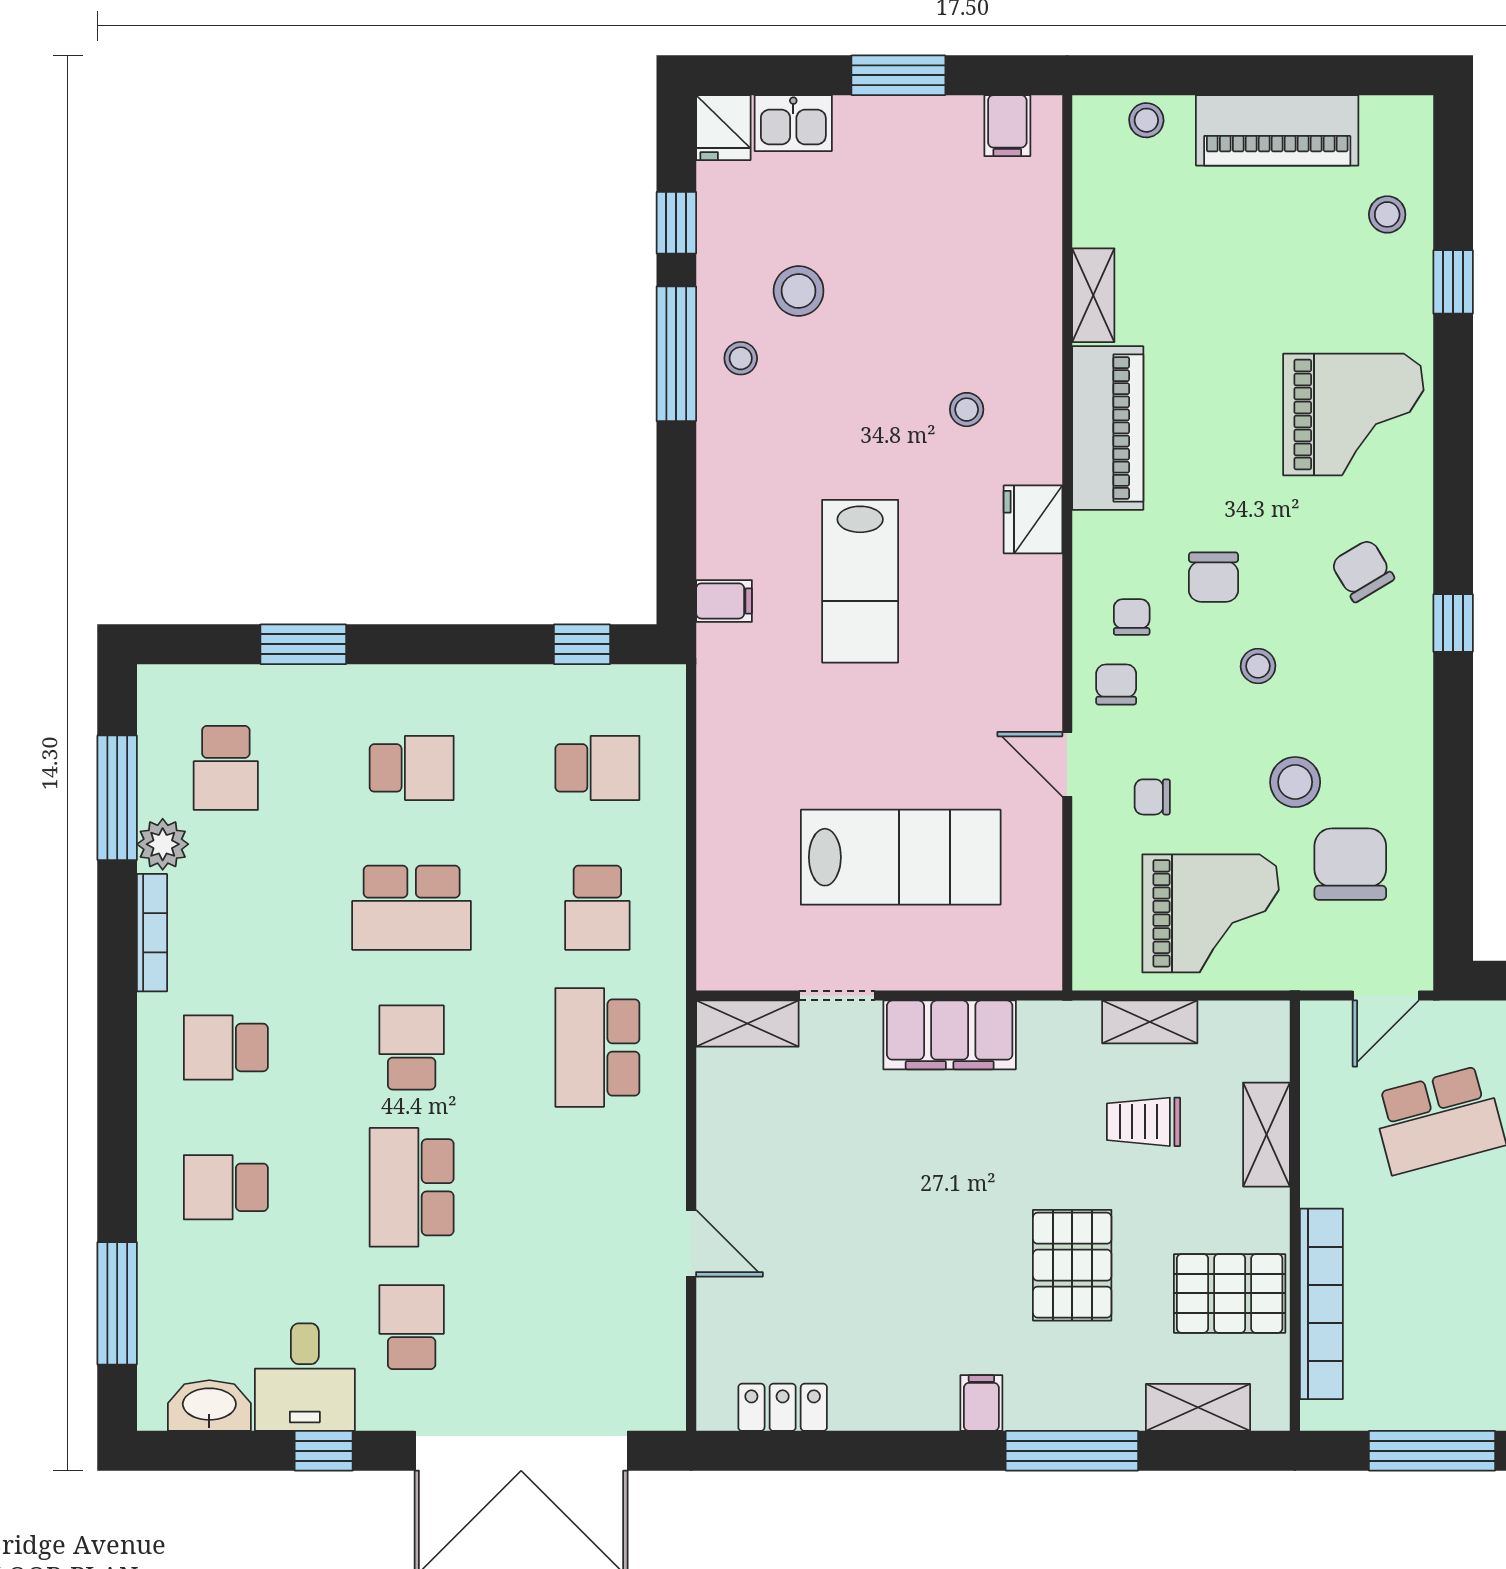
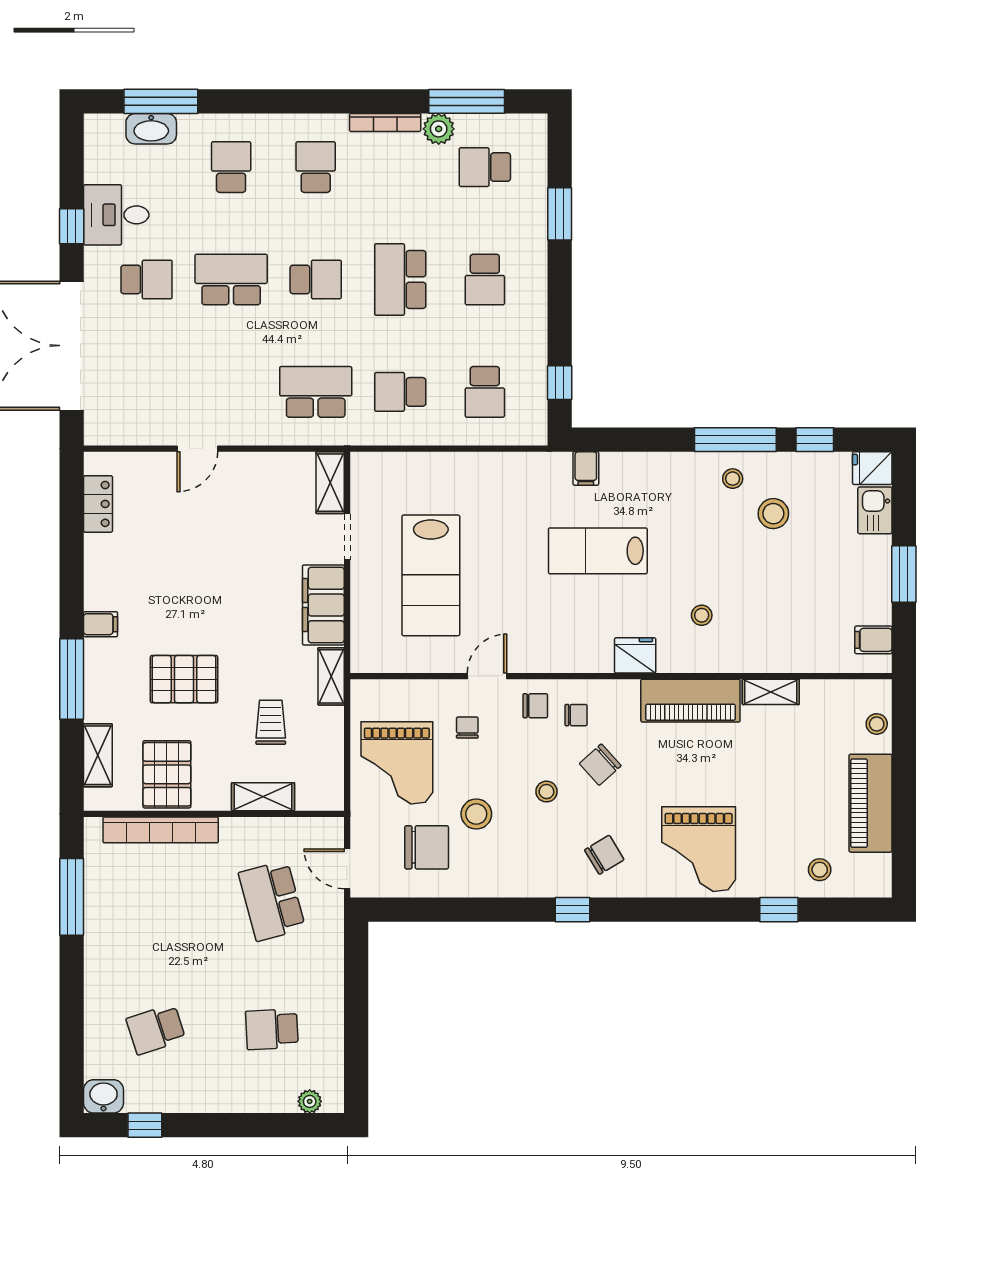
chair: (1214, 577) -> (600, 765), turned -42
shelving: (1150, 1022) -> (331, 676), moved
washbasin: (209, 1406) -> (151, 129), moved, turned 90

